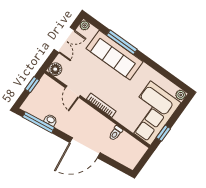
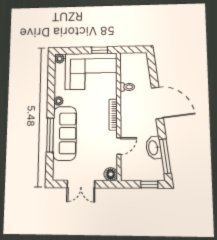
plant: (85, 25) -> (59, 101), moved
double door: (64, 40) -> (81, 184), swing flipped
window: (32, 85) -> (149, 185), moved
washbasin: (51, 120) -> (154, 148), width x1.91, depth x1.45

